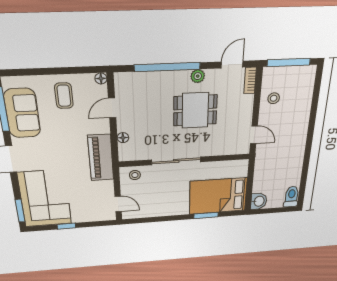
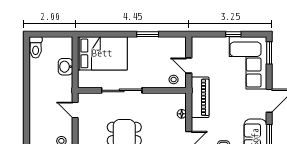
sliding door: (176, 161) -> (122, 90), moved
washbasin: (259, 201) -> (65, 67), moved
door: (118, 204) -> (189, 66), moved
window: (206, 215) -> (148, 34), moved

